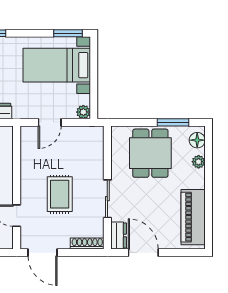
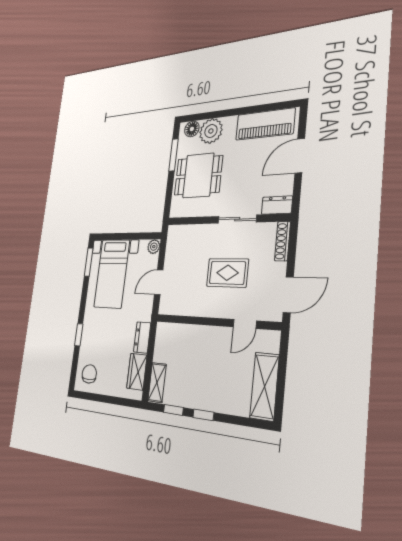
door: (50, 122) -> (159, 282), swing flipped
plant: (199, 162) -> (211, 131), width x1.88, depth x1.88
door: (143, 253) -> (300, 156), moved

